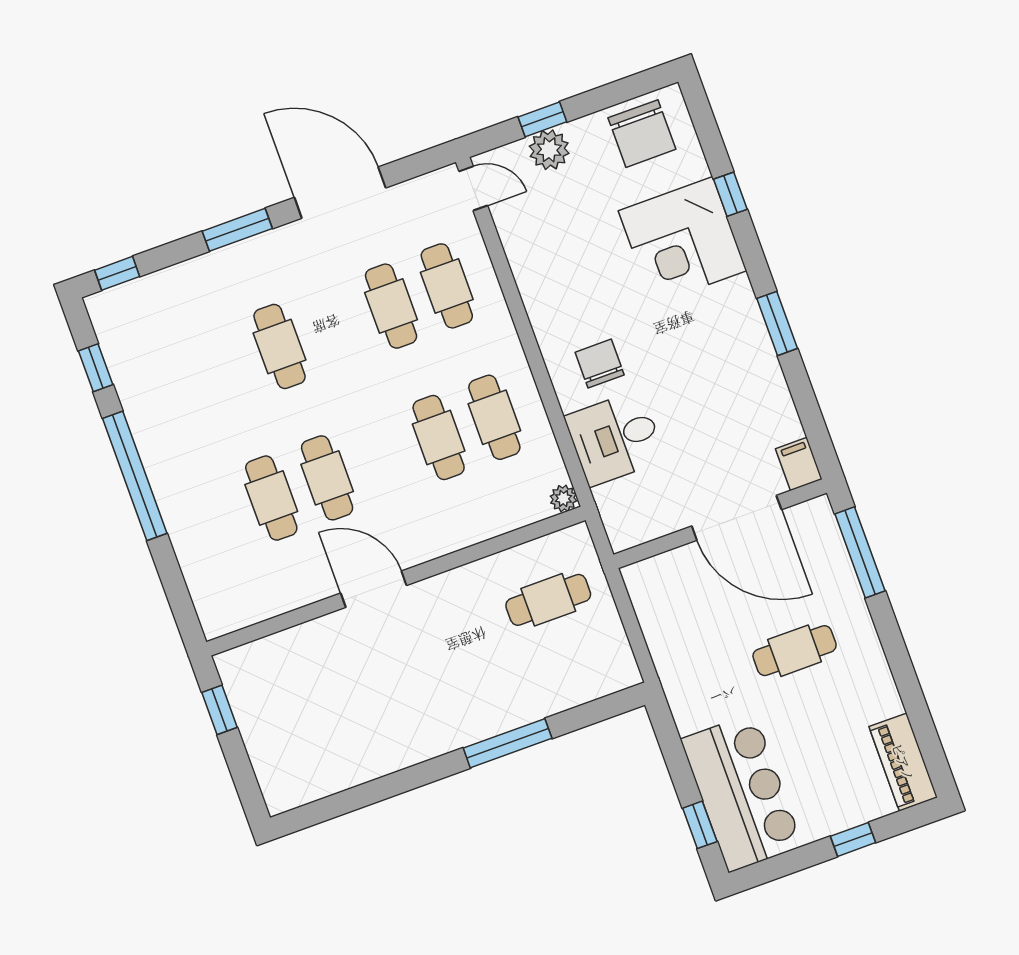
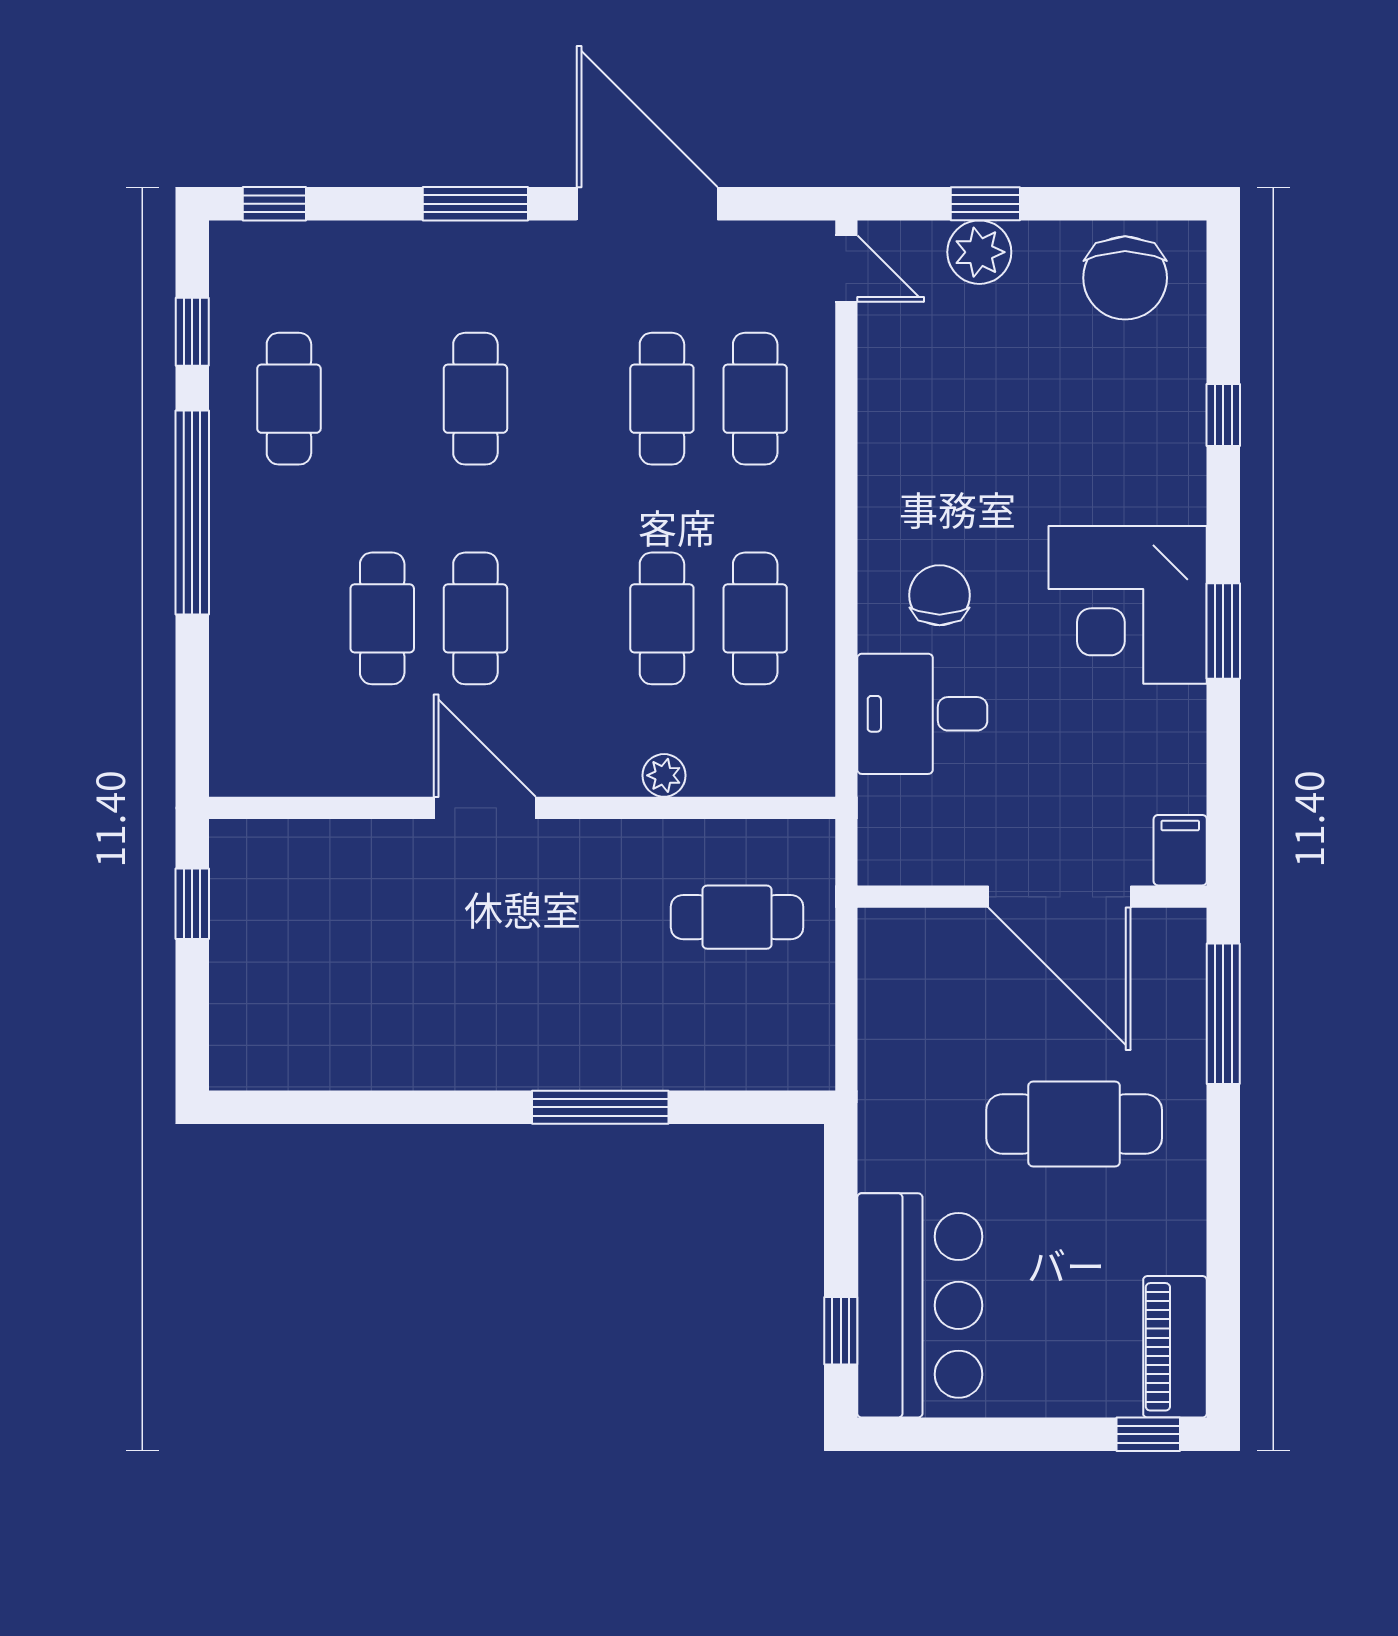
corner desk: (682, 241) -> (1128, 605), moved
cafe table: (168, 387) -> (289, 399), added
plant: (563, 498) -> (664, 775), moved
cafe table: (795, 651) -> (1074, 1124), width x1.37, depth x1.35
window: (853, 839) -> (1148, 1434), moved

